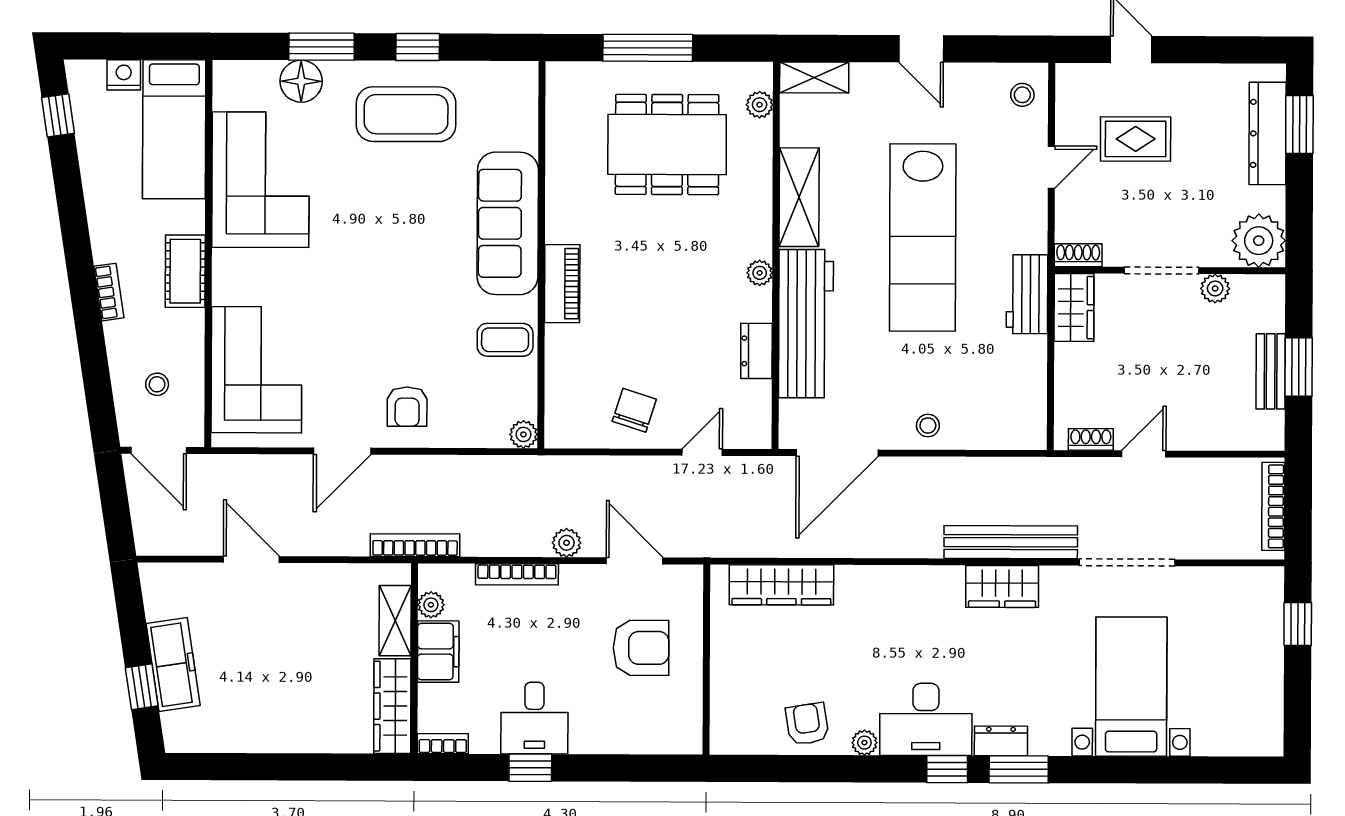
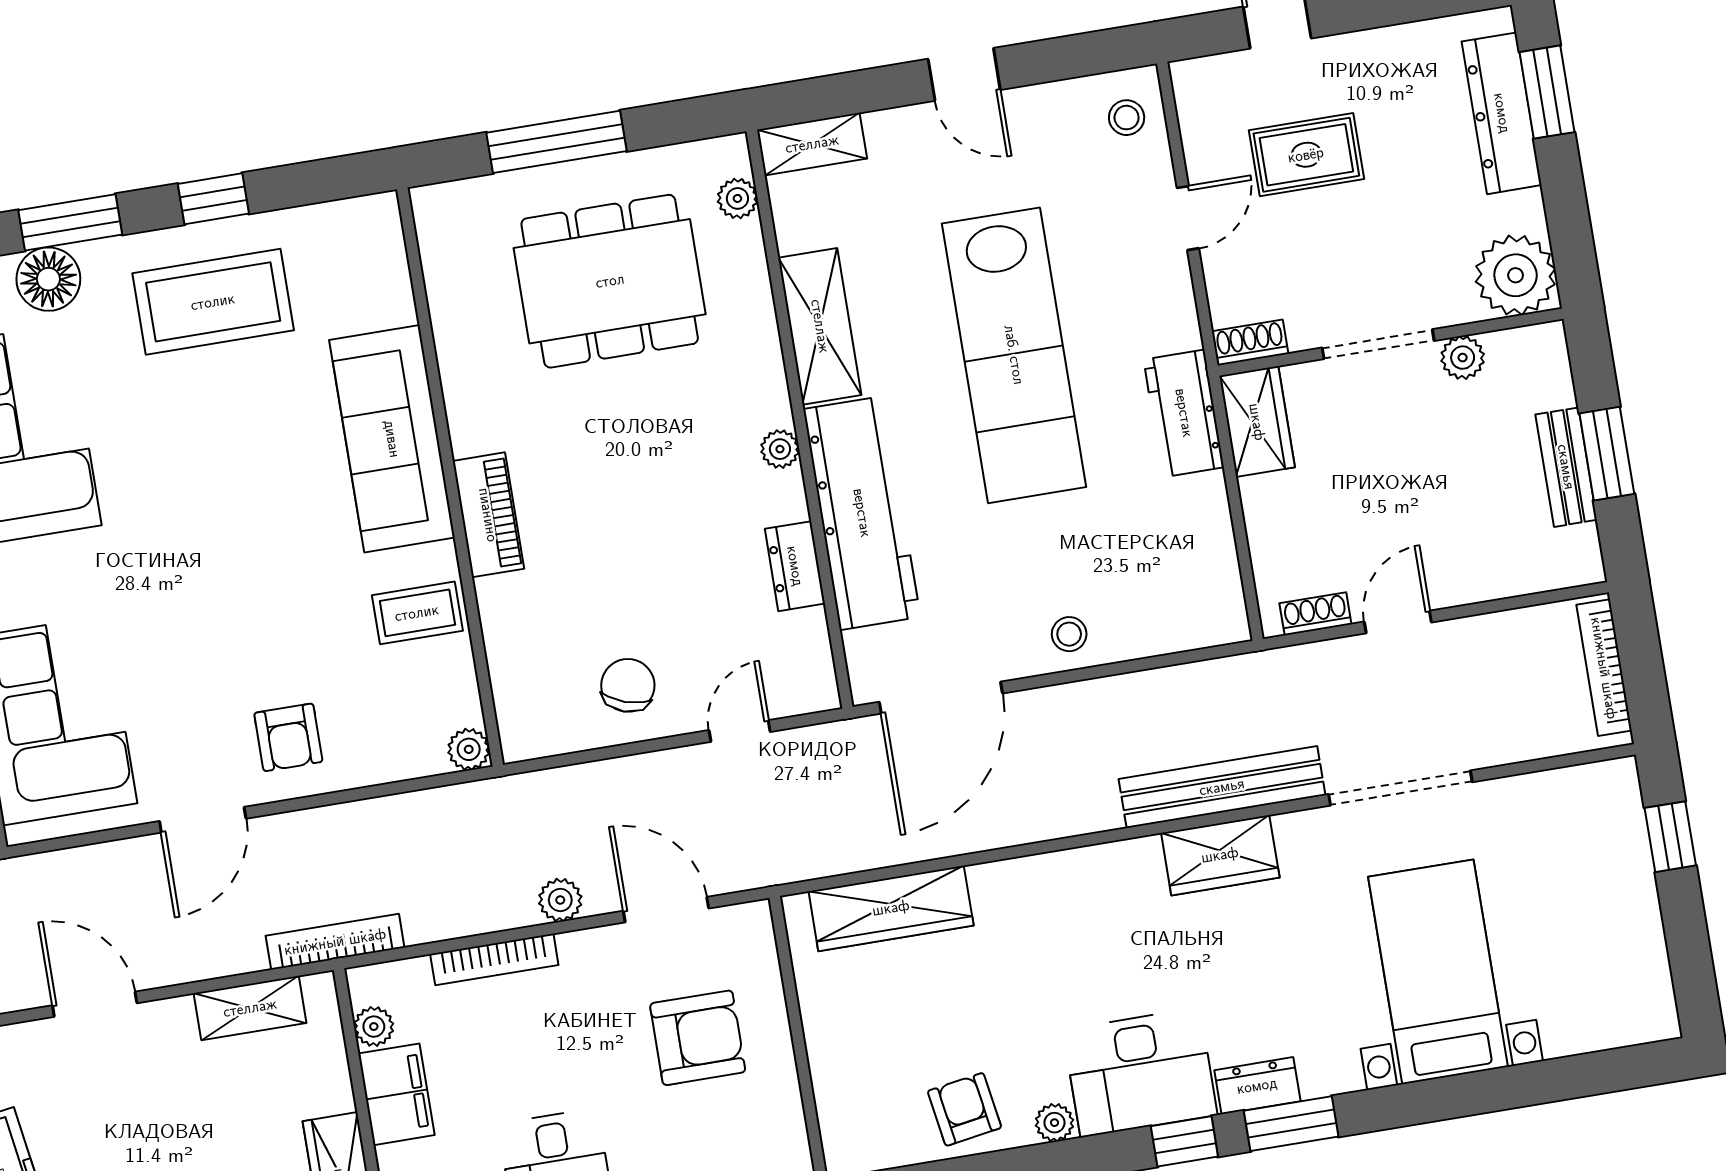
shelving: (395, 621) -> (250, 1008), moved, turned 90

